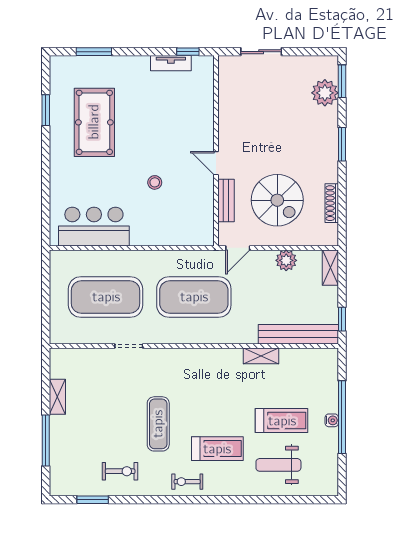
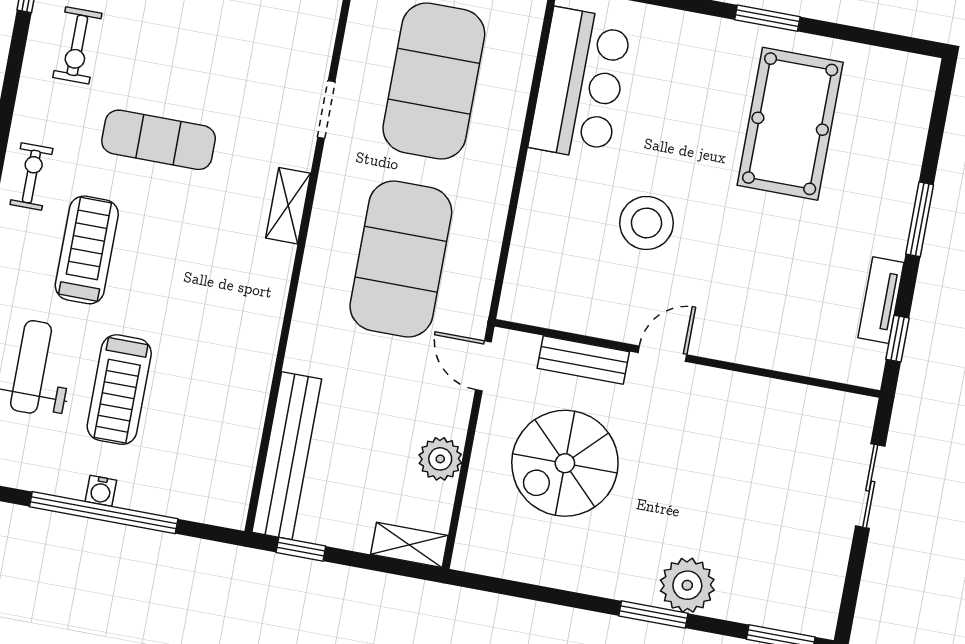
window: (94, 52) -> (920, 219), moved
plant: (325, 93) -> (687, 585), moved
window: (46, 110) -> (767, 18), moved
pool table: (94, 122) -> (790, 124), turned 90
stool: (155, 182) -> (647, 223), width x1.89, depth x1.89
shoe rack: (332, 203) -> (539, 572), removed
shelving: (261, 356) -> (288, 206), moved
treadmill: (217, 449) -> (87, 250), turned 180

